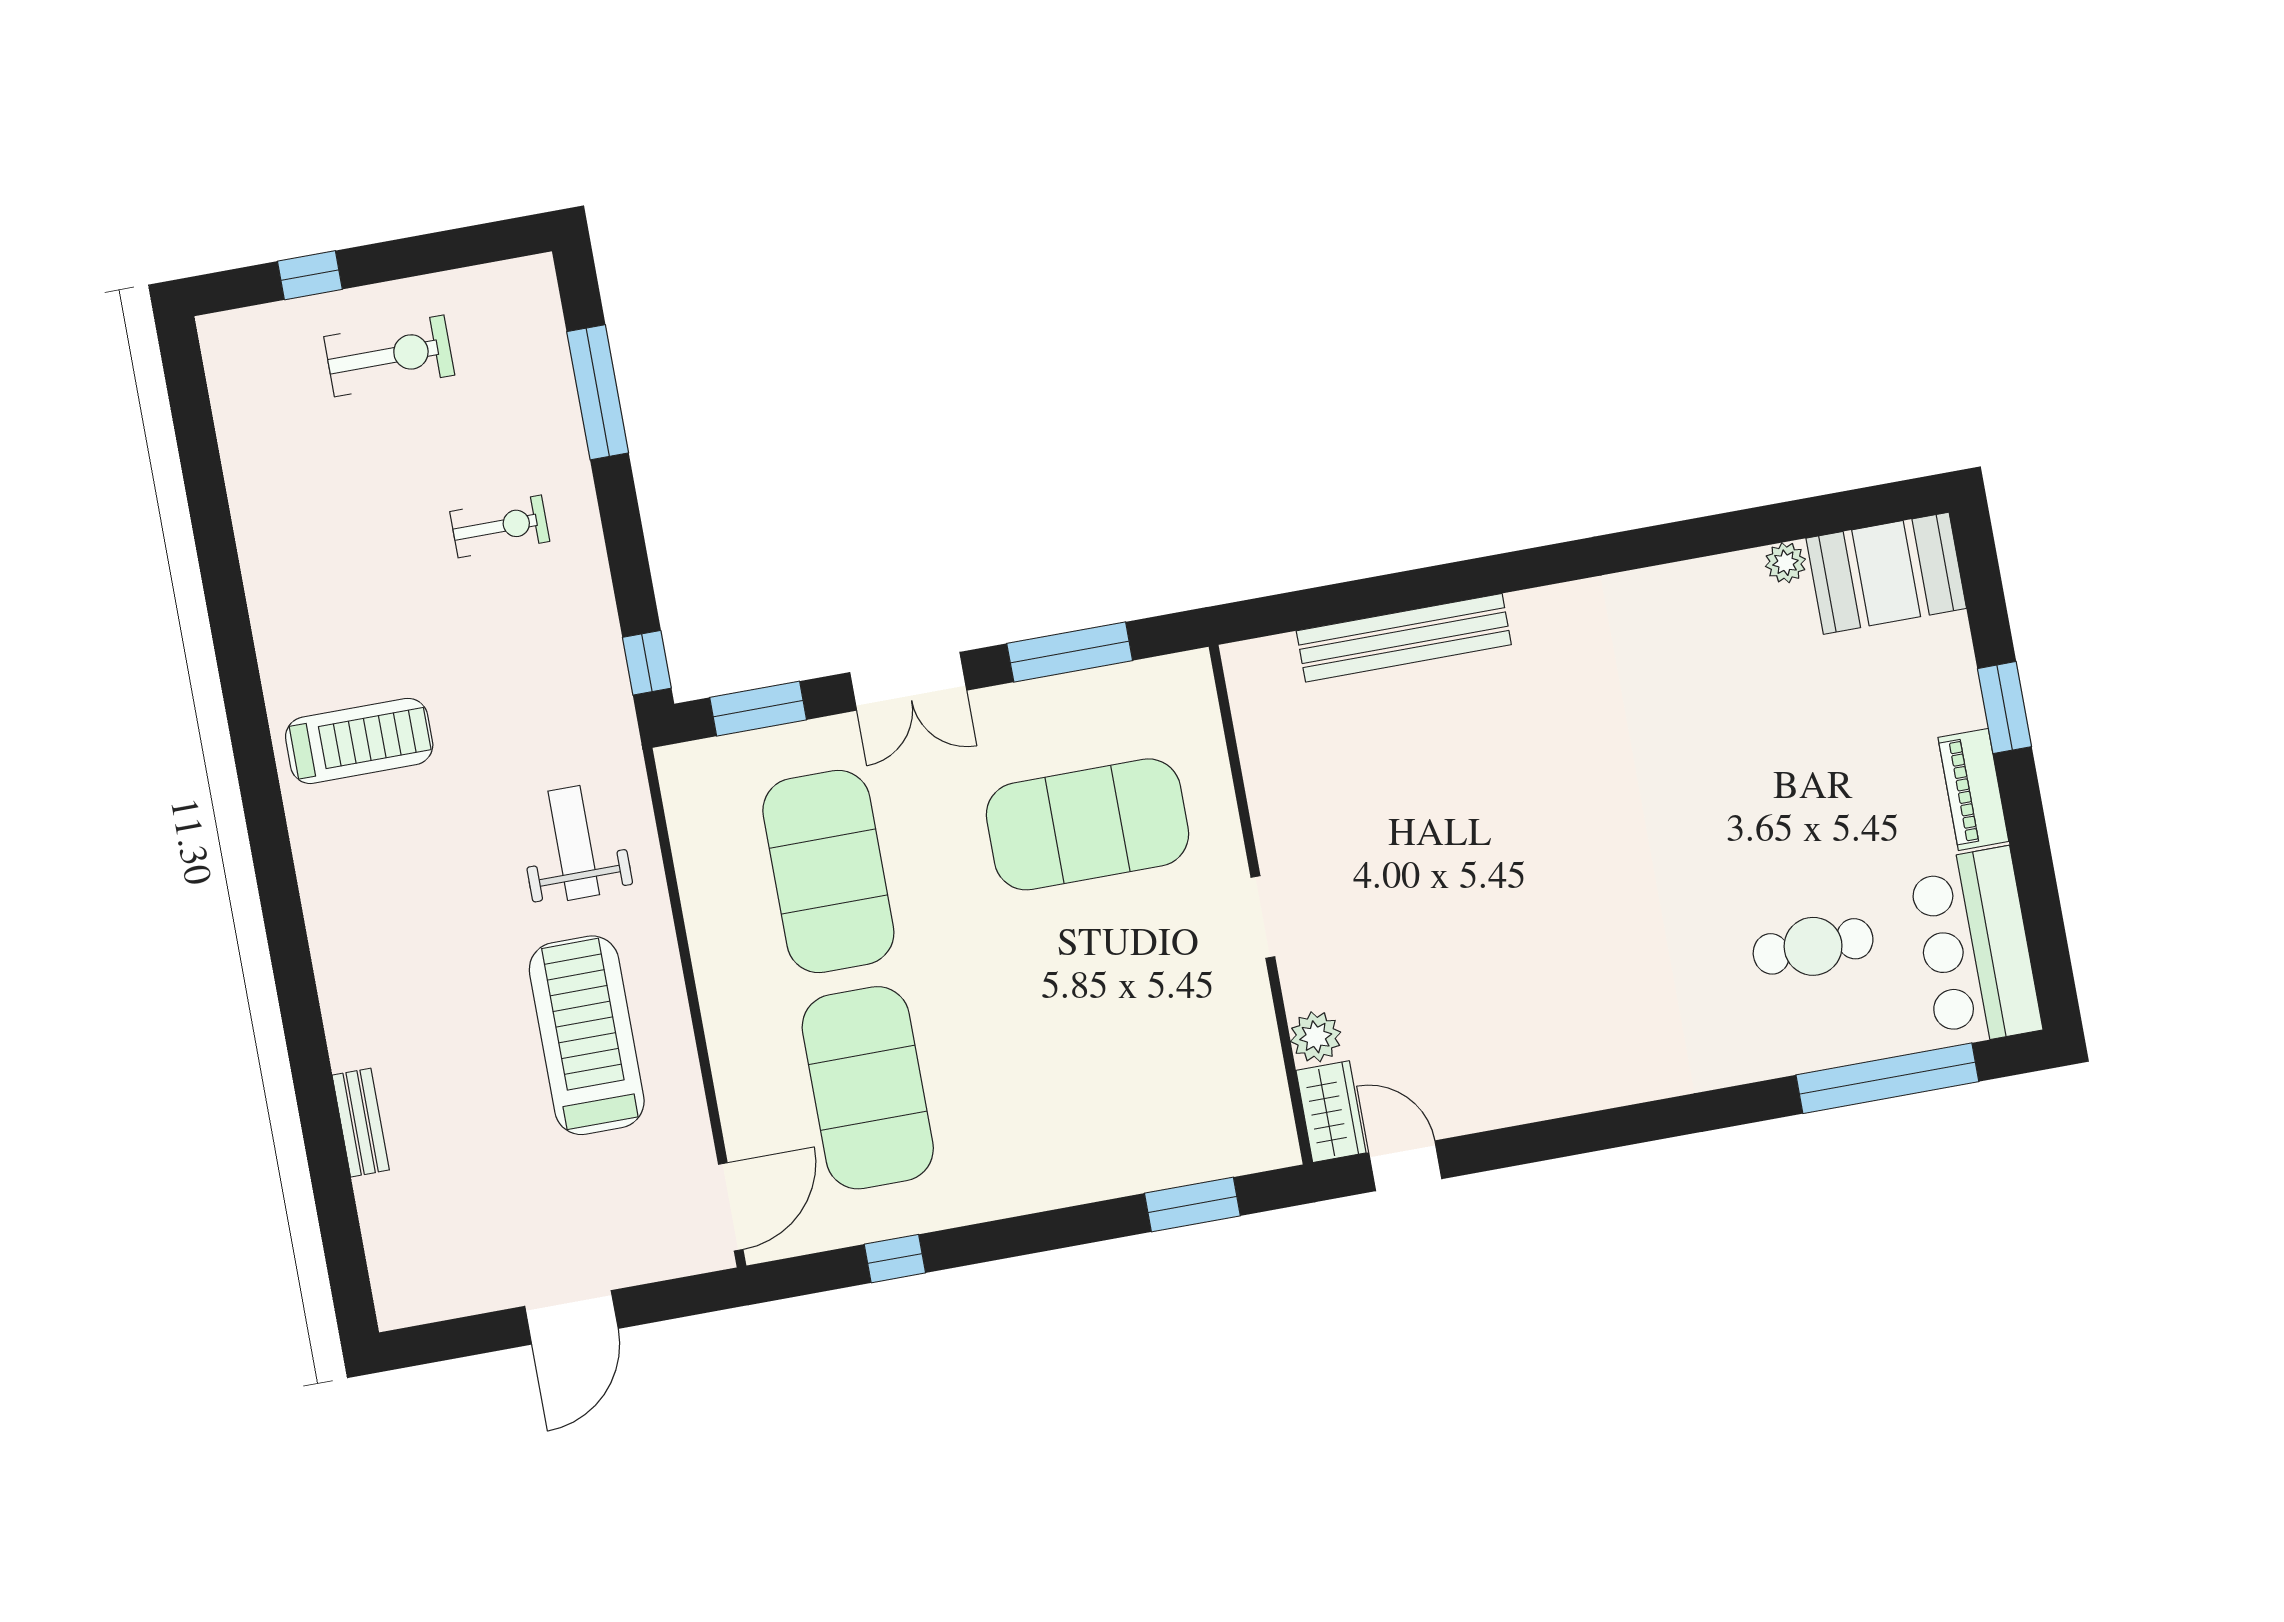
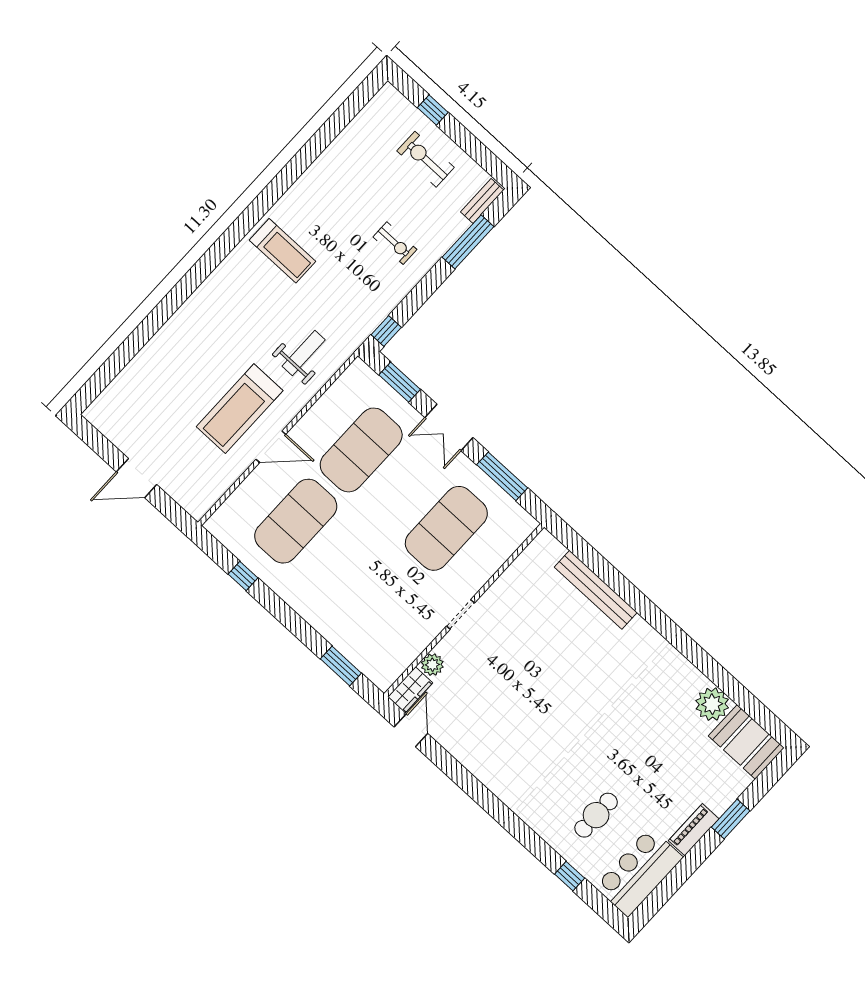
exercise bike: (389, 356) -> (425, 159), turned 180
plant: (1785, 563) -> (712, 704), width x1.87, depth x1.87
exercise mat: (1087, 824) -> (446, 528), turned 90
cafe table: (1813, 946) -> (596, 815), turned 90
treadmill: (587, 1035) -> (240, 409), turned 180
window: (1887, 1078) -> (570, 876), width x0.32
bench: (361, 1123) -> (482, 201), moved
door: (731, 1207) -> (271, 447), moved

